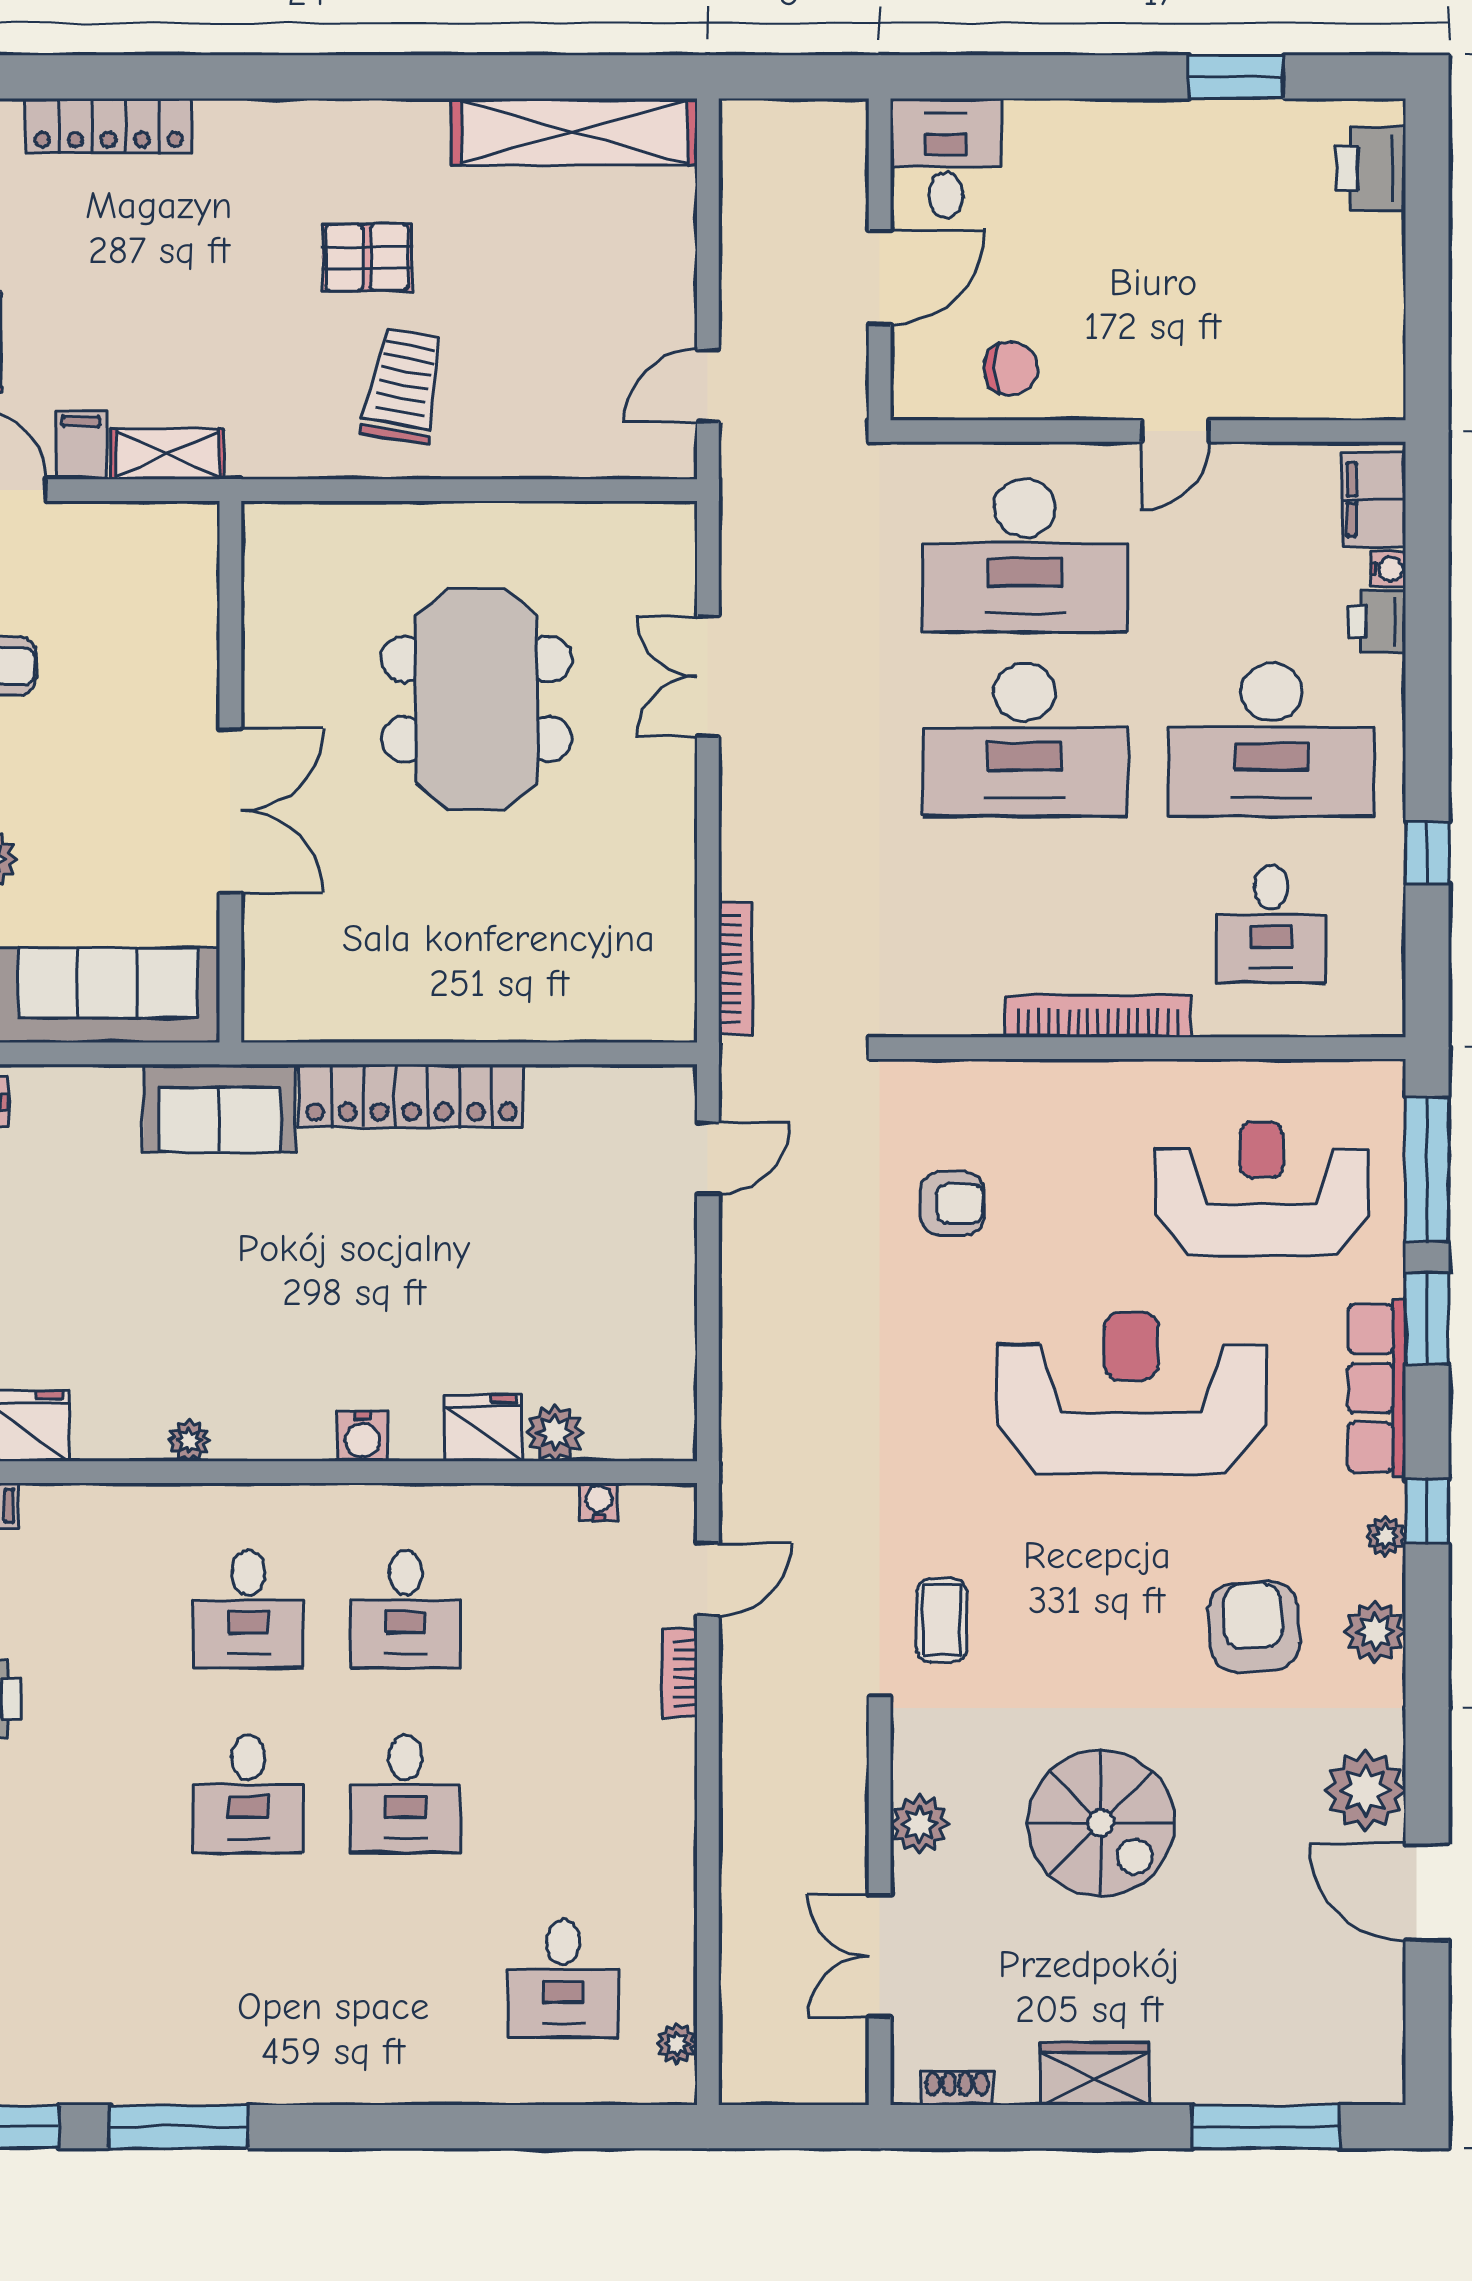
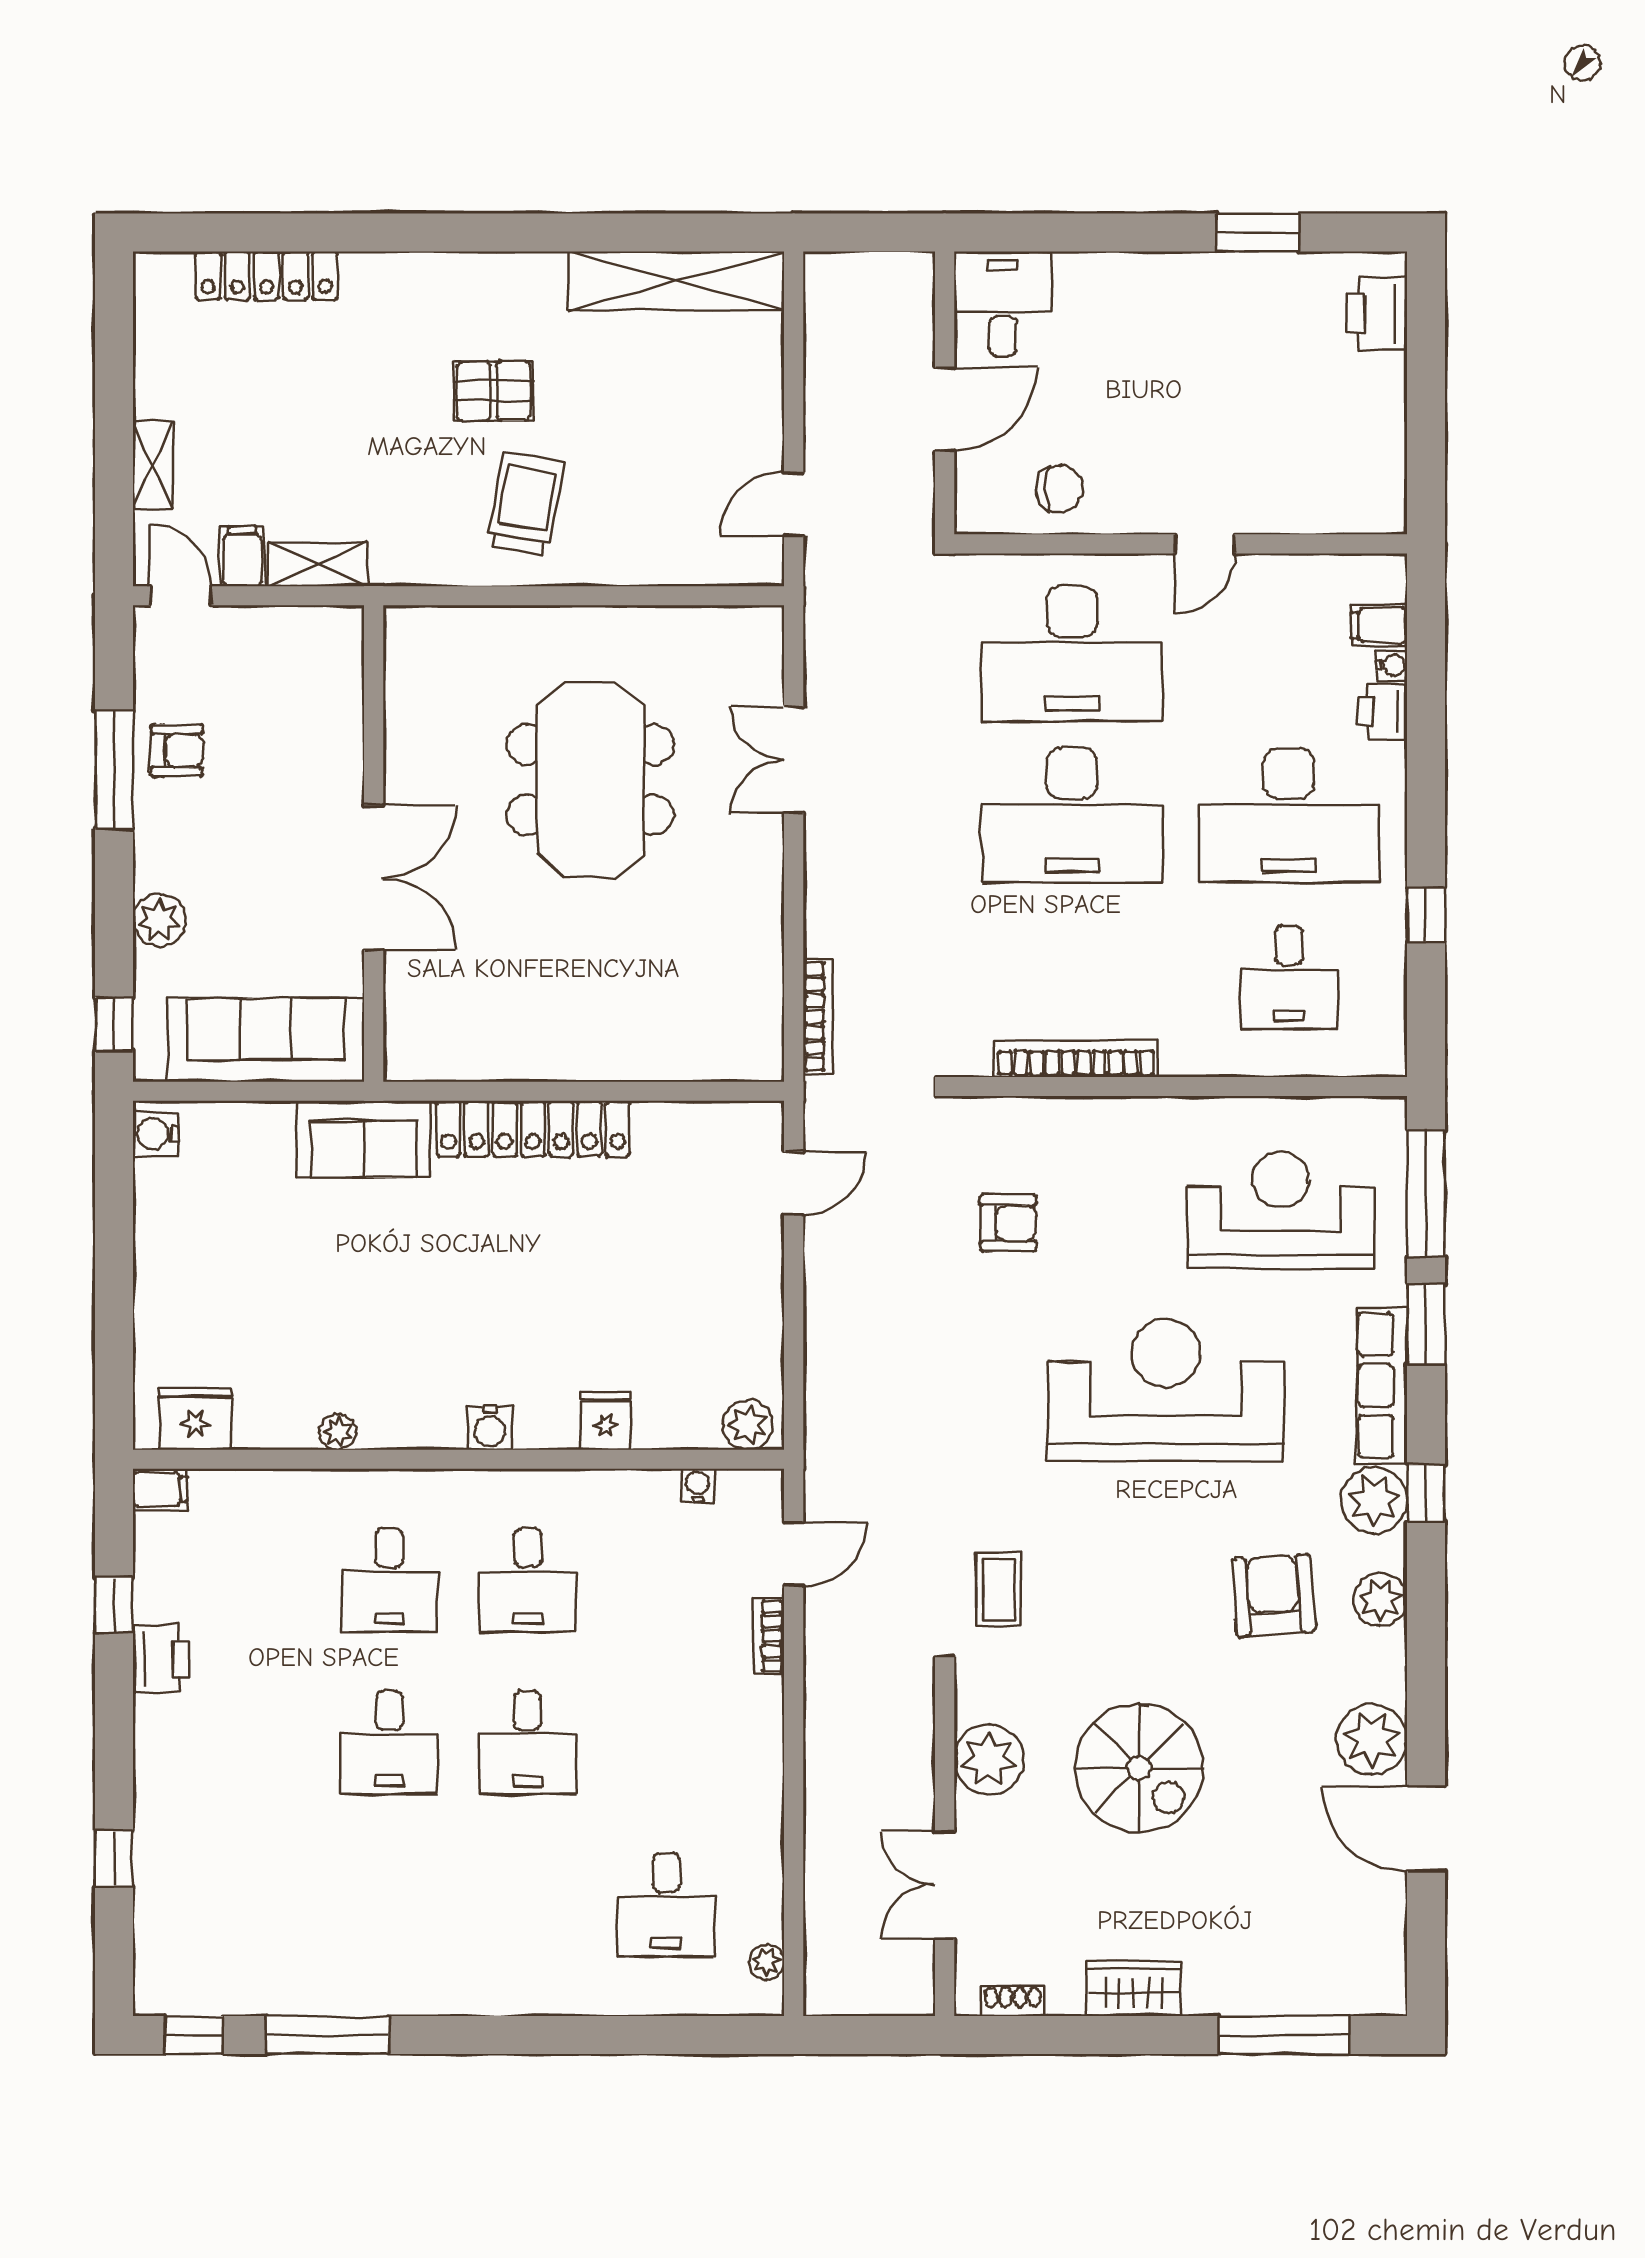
filing cabinet: (1374, 500) -> (1379, 625), width x0.50
bookcase: (1098, 1016) -> (1076, 1059), moved
fridge: (483, 1428) -> (606, 1421), width x0.72
plant: (555, 1433) -> (748, 1425), moved
plant: (1386, 1536) -> (1374, 1500), width x1.88, depth x1.88
plant: (920, 1824) -> (989, 1760), width x1.36, depth x1.36

